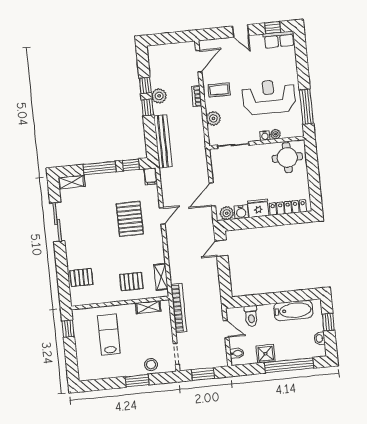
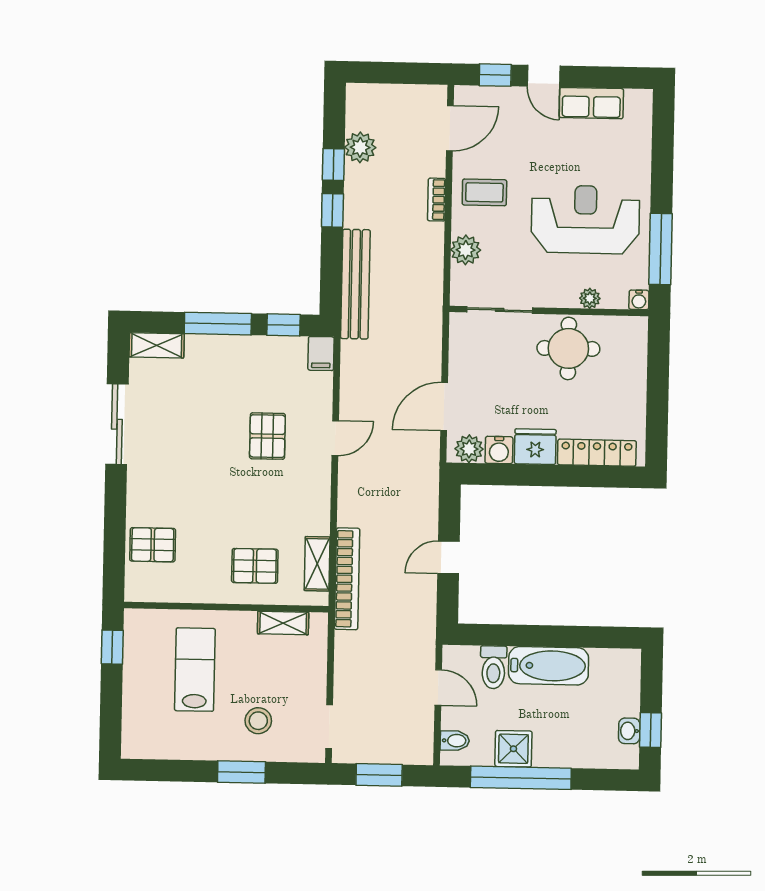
window: (273, 28) -> (495, 75), moved
row of seats: (279, 40) -> (591, 103), moved
plant: (159, 96) -> (360, 147), moved
water cooler: (265, 136) -> (639, 300), moved
round table: (287, 158) -> (568, 348), moved
pallet: (130, 219) -> (267, 436), width x0.67, depth x0.71
door: (221, 248) -> (449, 557), moved
bookcase: (179, 308) -> (347, 579), moved
bathtub: (293, 310) -> (549, 666), moved
window: (328, 322) -> (650, 730), moved
stool: (151, 365) -> (258, 721), moved
window: (289, 365) -> (521, 778), moved

